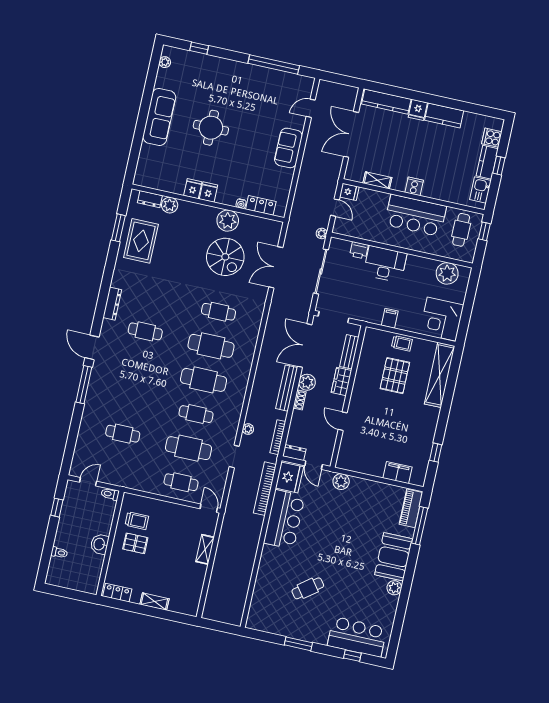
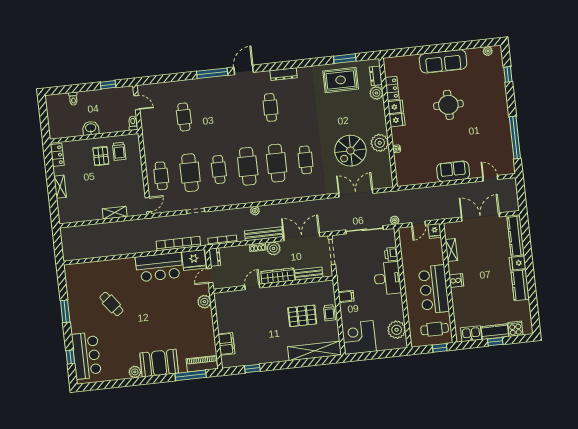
locker: (261, 205) -> (392, 88), moved
wardrobe: (341, 382) -> (278, 276), width x1.50
plant: (248, 429) -> (255, 211), moved

